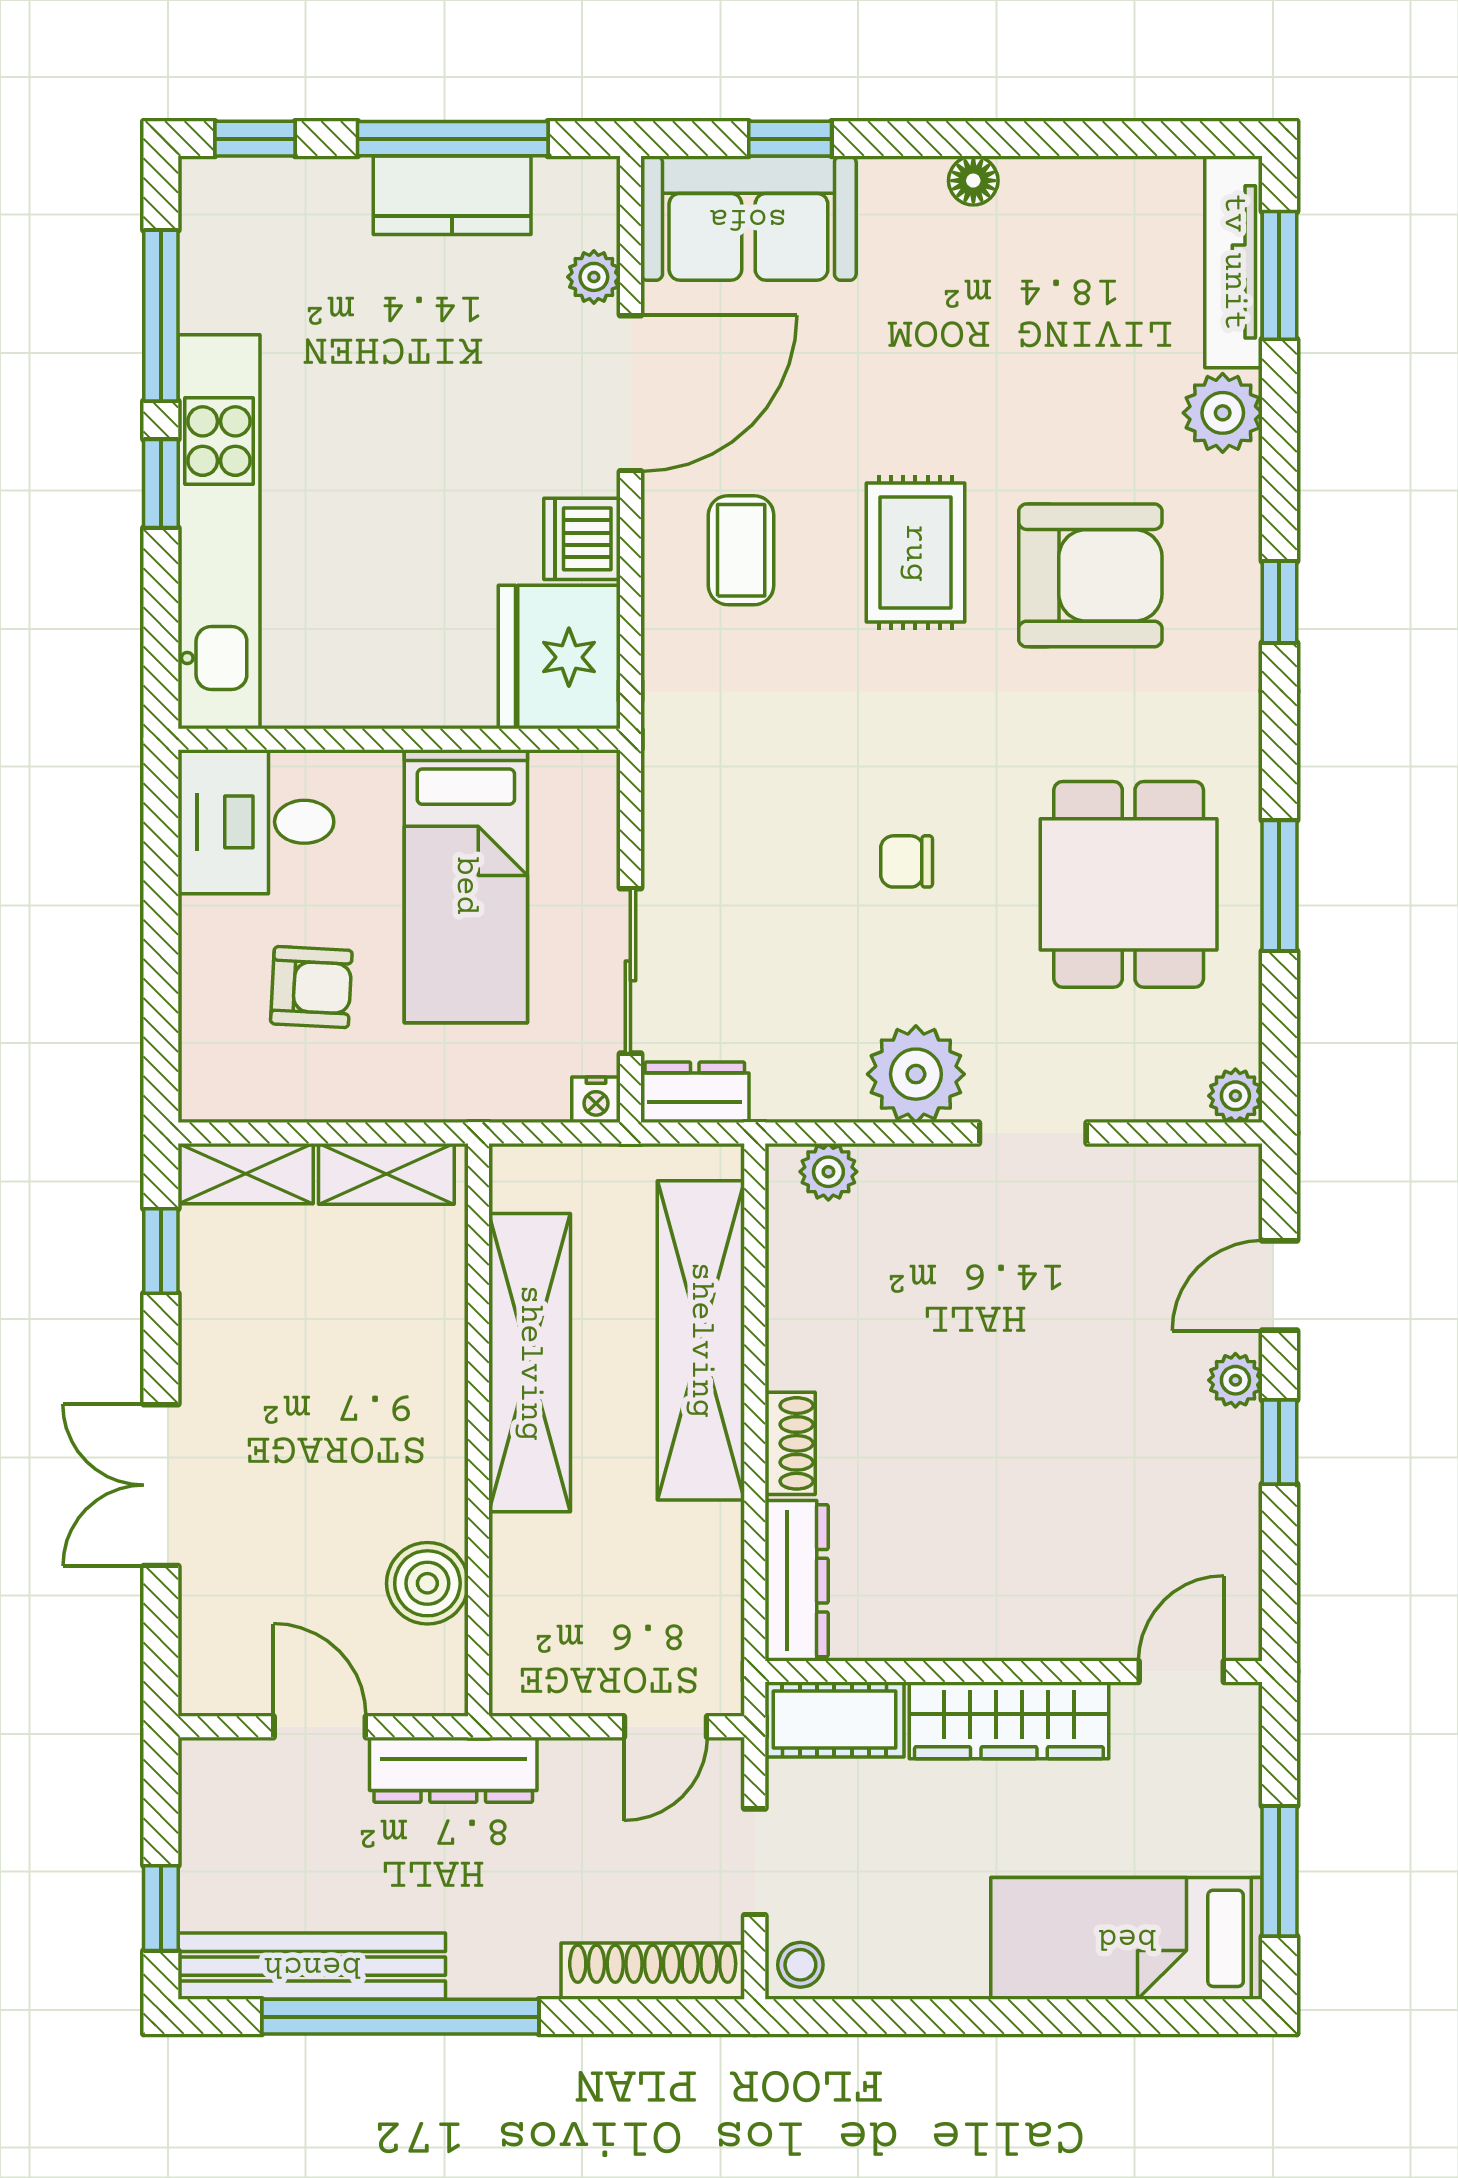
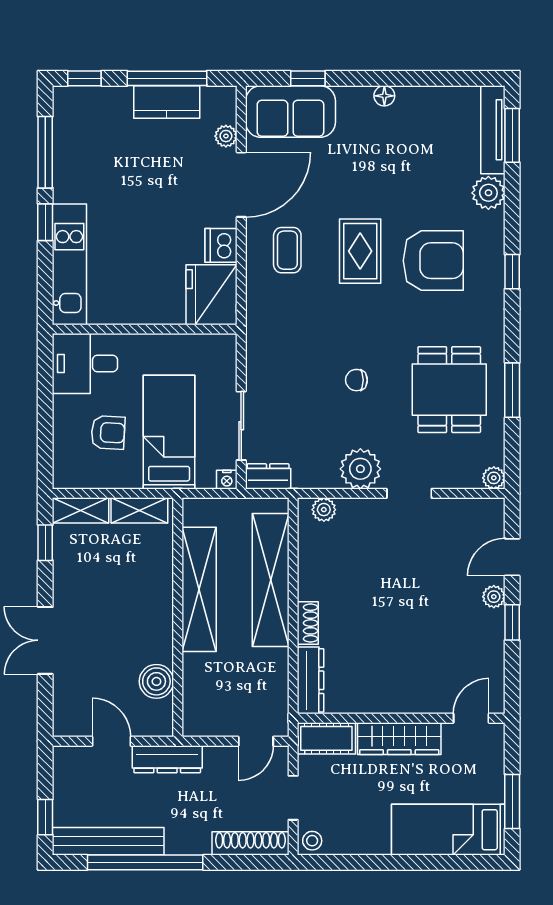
kitchen unit: (219, 532) -> (69, 264), width x0.73
bed: (466, 886) -> (169, 432), moved, turned 180

